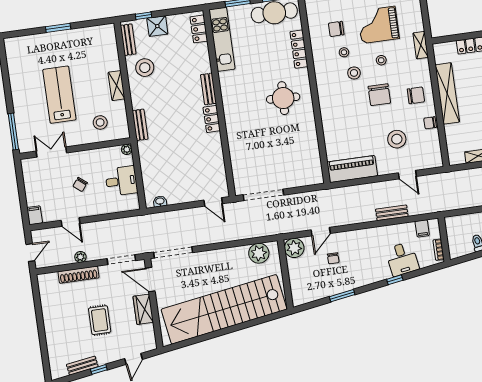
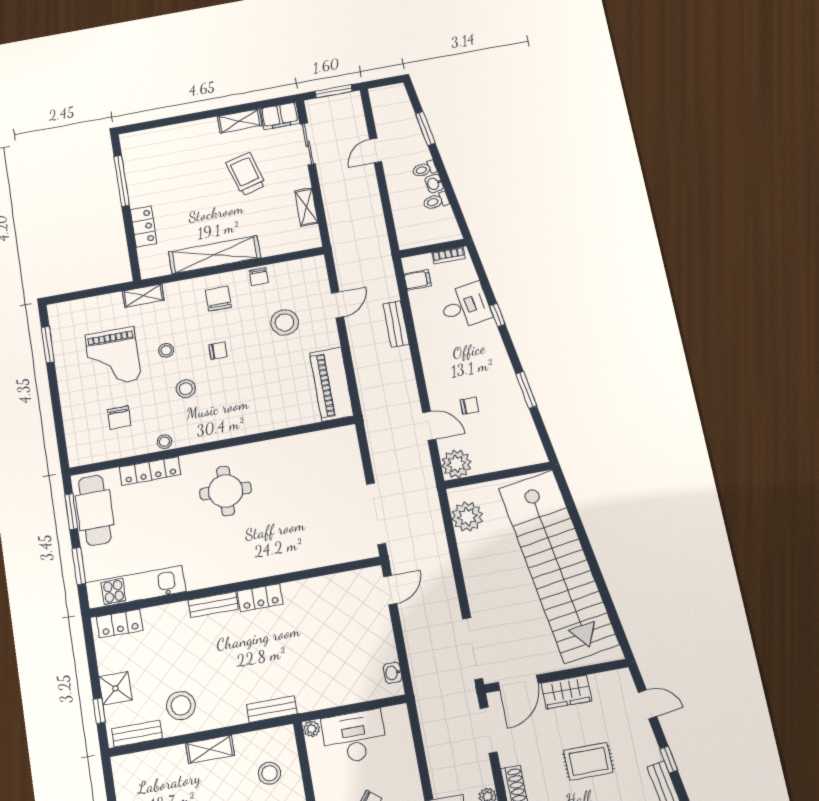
stool: (344, 52) -> (164, 442), moved
chair: (379, 95) -> (218, 351), width x0.54, depth x0.54
desk: (121, 181) -> (354, 737), width x1.37

